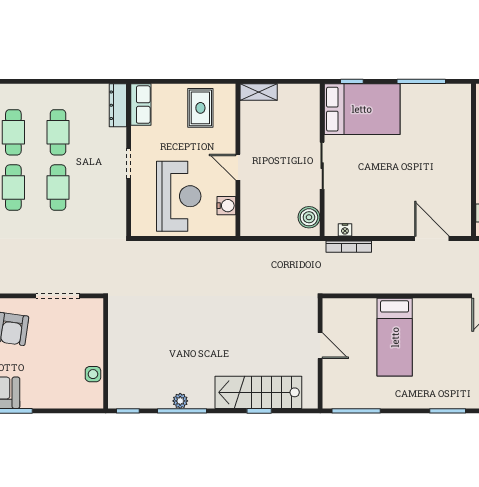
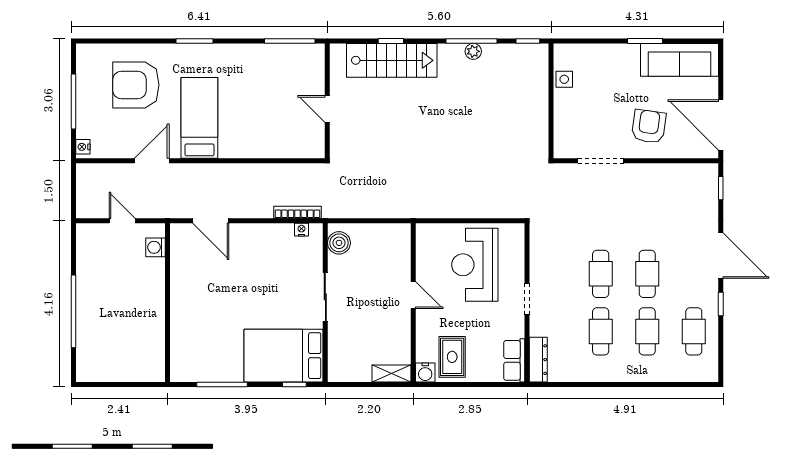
water cooler: (226, 206) -> (425, 373), moved, turned -90
bed: (395, 337) -> (199, 118), moved

